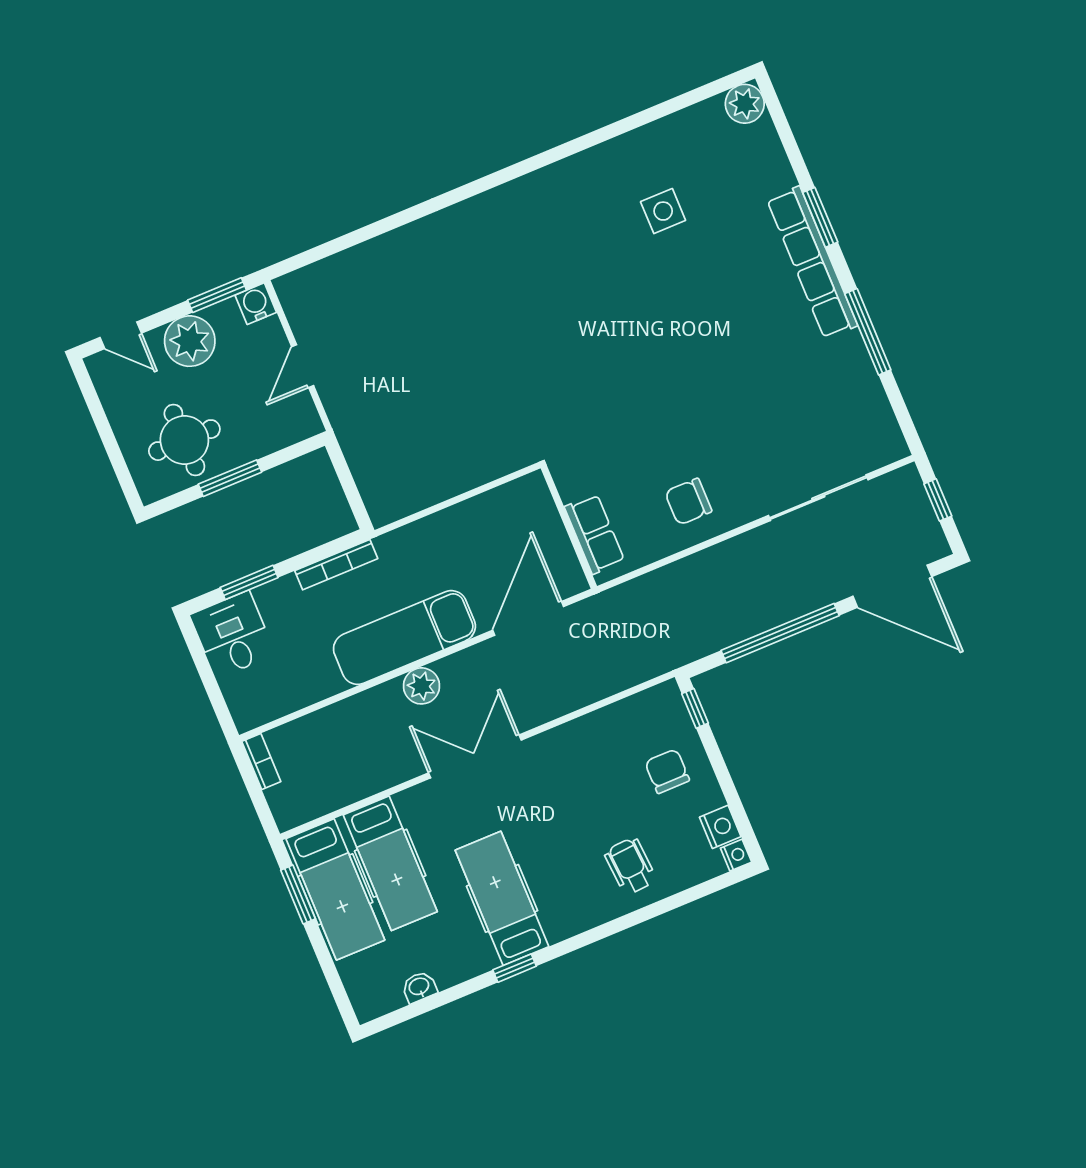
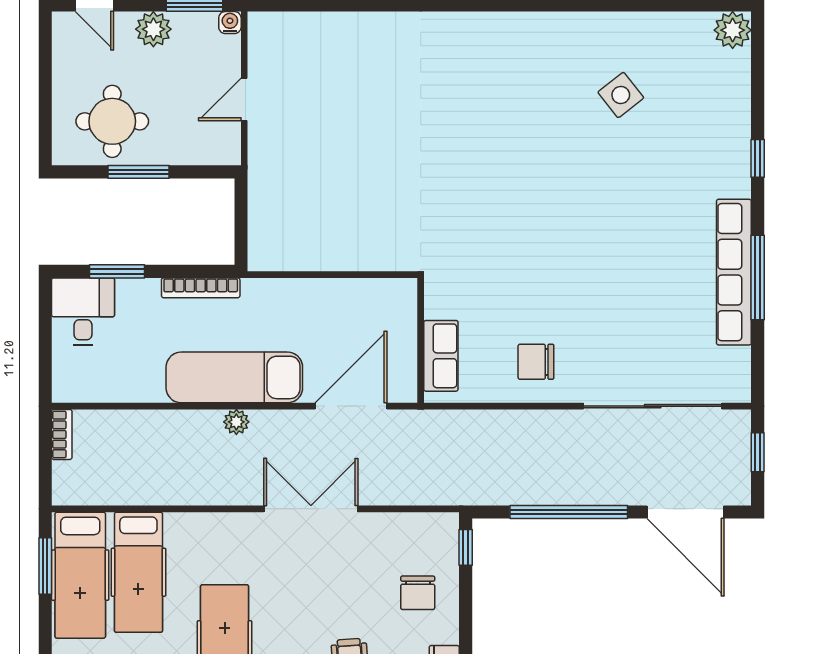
side table: (663, 211) -> (621, 95), turned -38
window: (820, 217) -> (758, 158), width x0.67
row of seats: (812, 262) -> (734, 272), moved
water cooler: (256, 304) -> (230, 23), width x0.72, depth x0.72
plant: (190, 341) -> (153, 29), width x0.73, depth x0.73
sliding door: (818, 498) -> (653, 406), width x1.36
plant: (422, 686) -> (236, 422), width x0.73, depth x0.73
double door: (475, 756) -> (311, 509), moved
chair: (667, 771) -> (418, 593), turned 180

